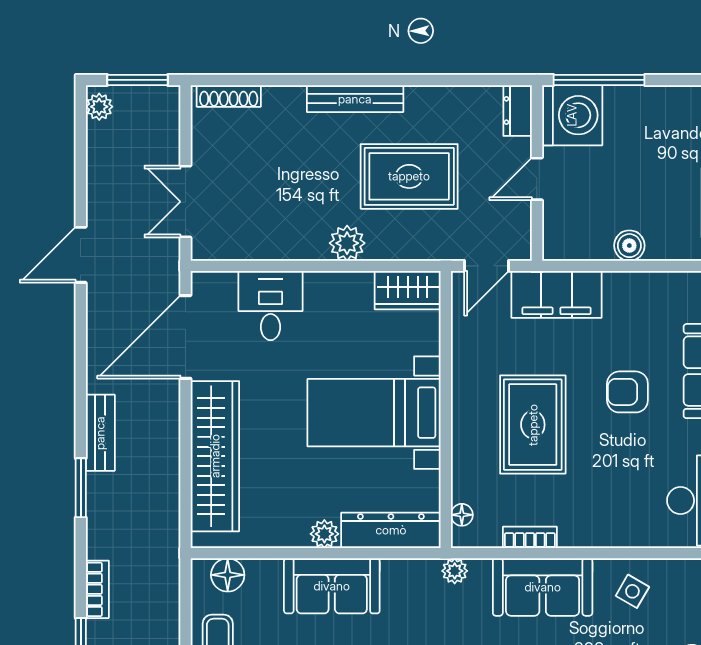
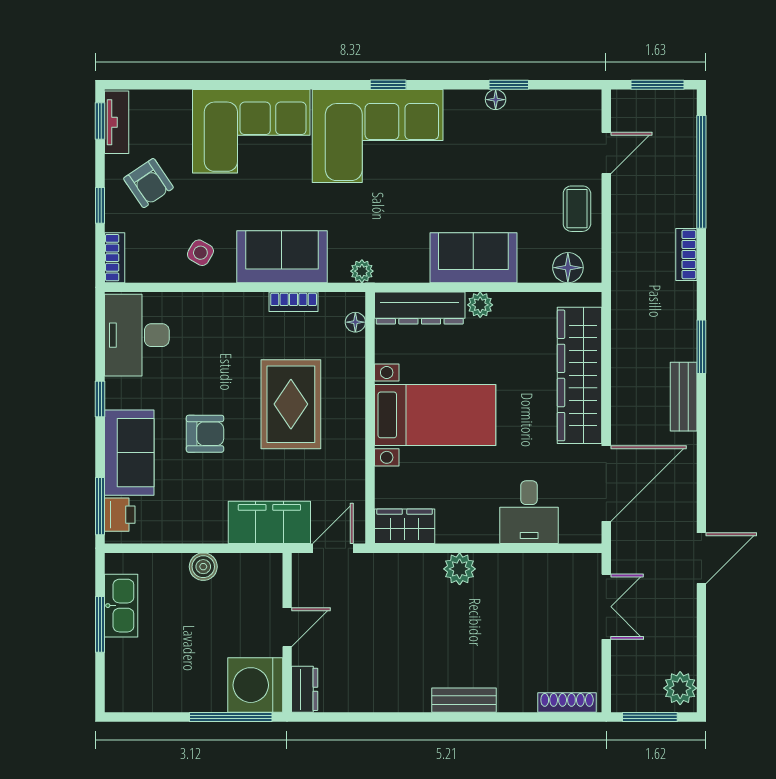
bench: (355, 99) -> (464, 700), width x0.73
plant: (99, 107) -> (680, 688), width x1.38, depth x1.38
rug: (409, 176) -> (403, 629), removed

